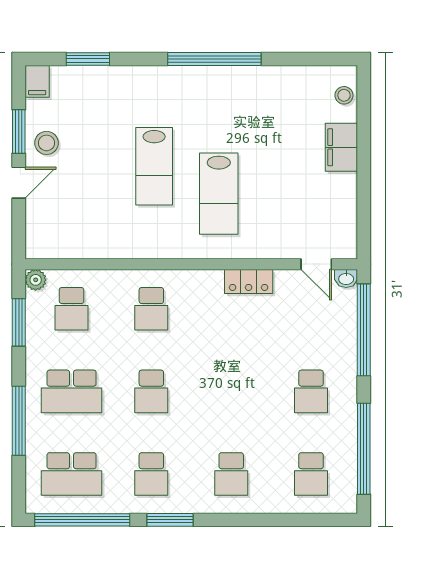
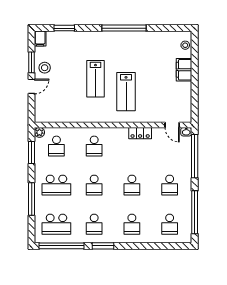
school desk: (231, 391) -> (132, 185), added

